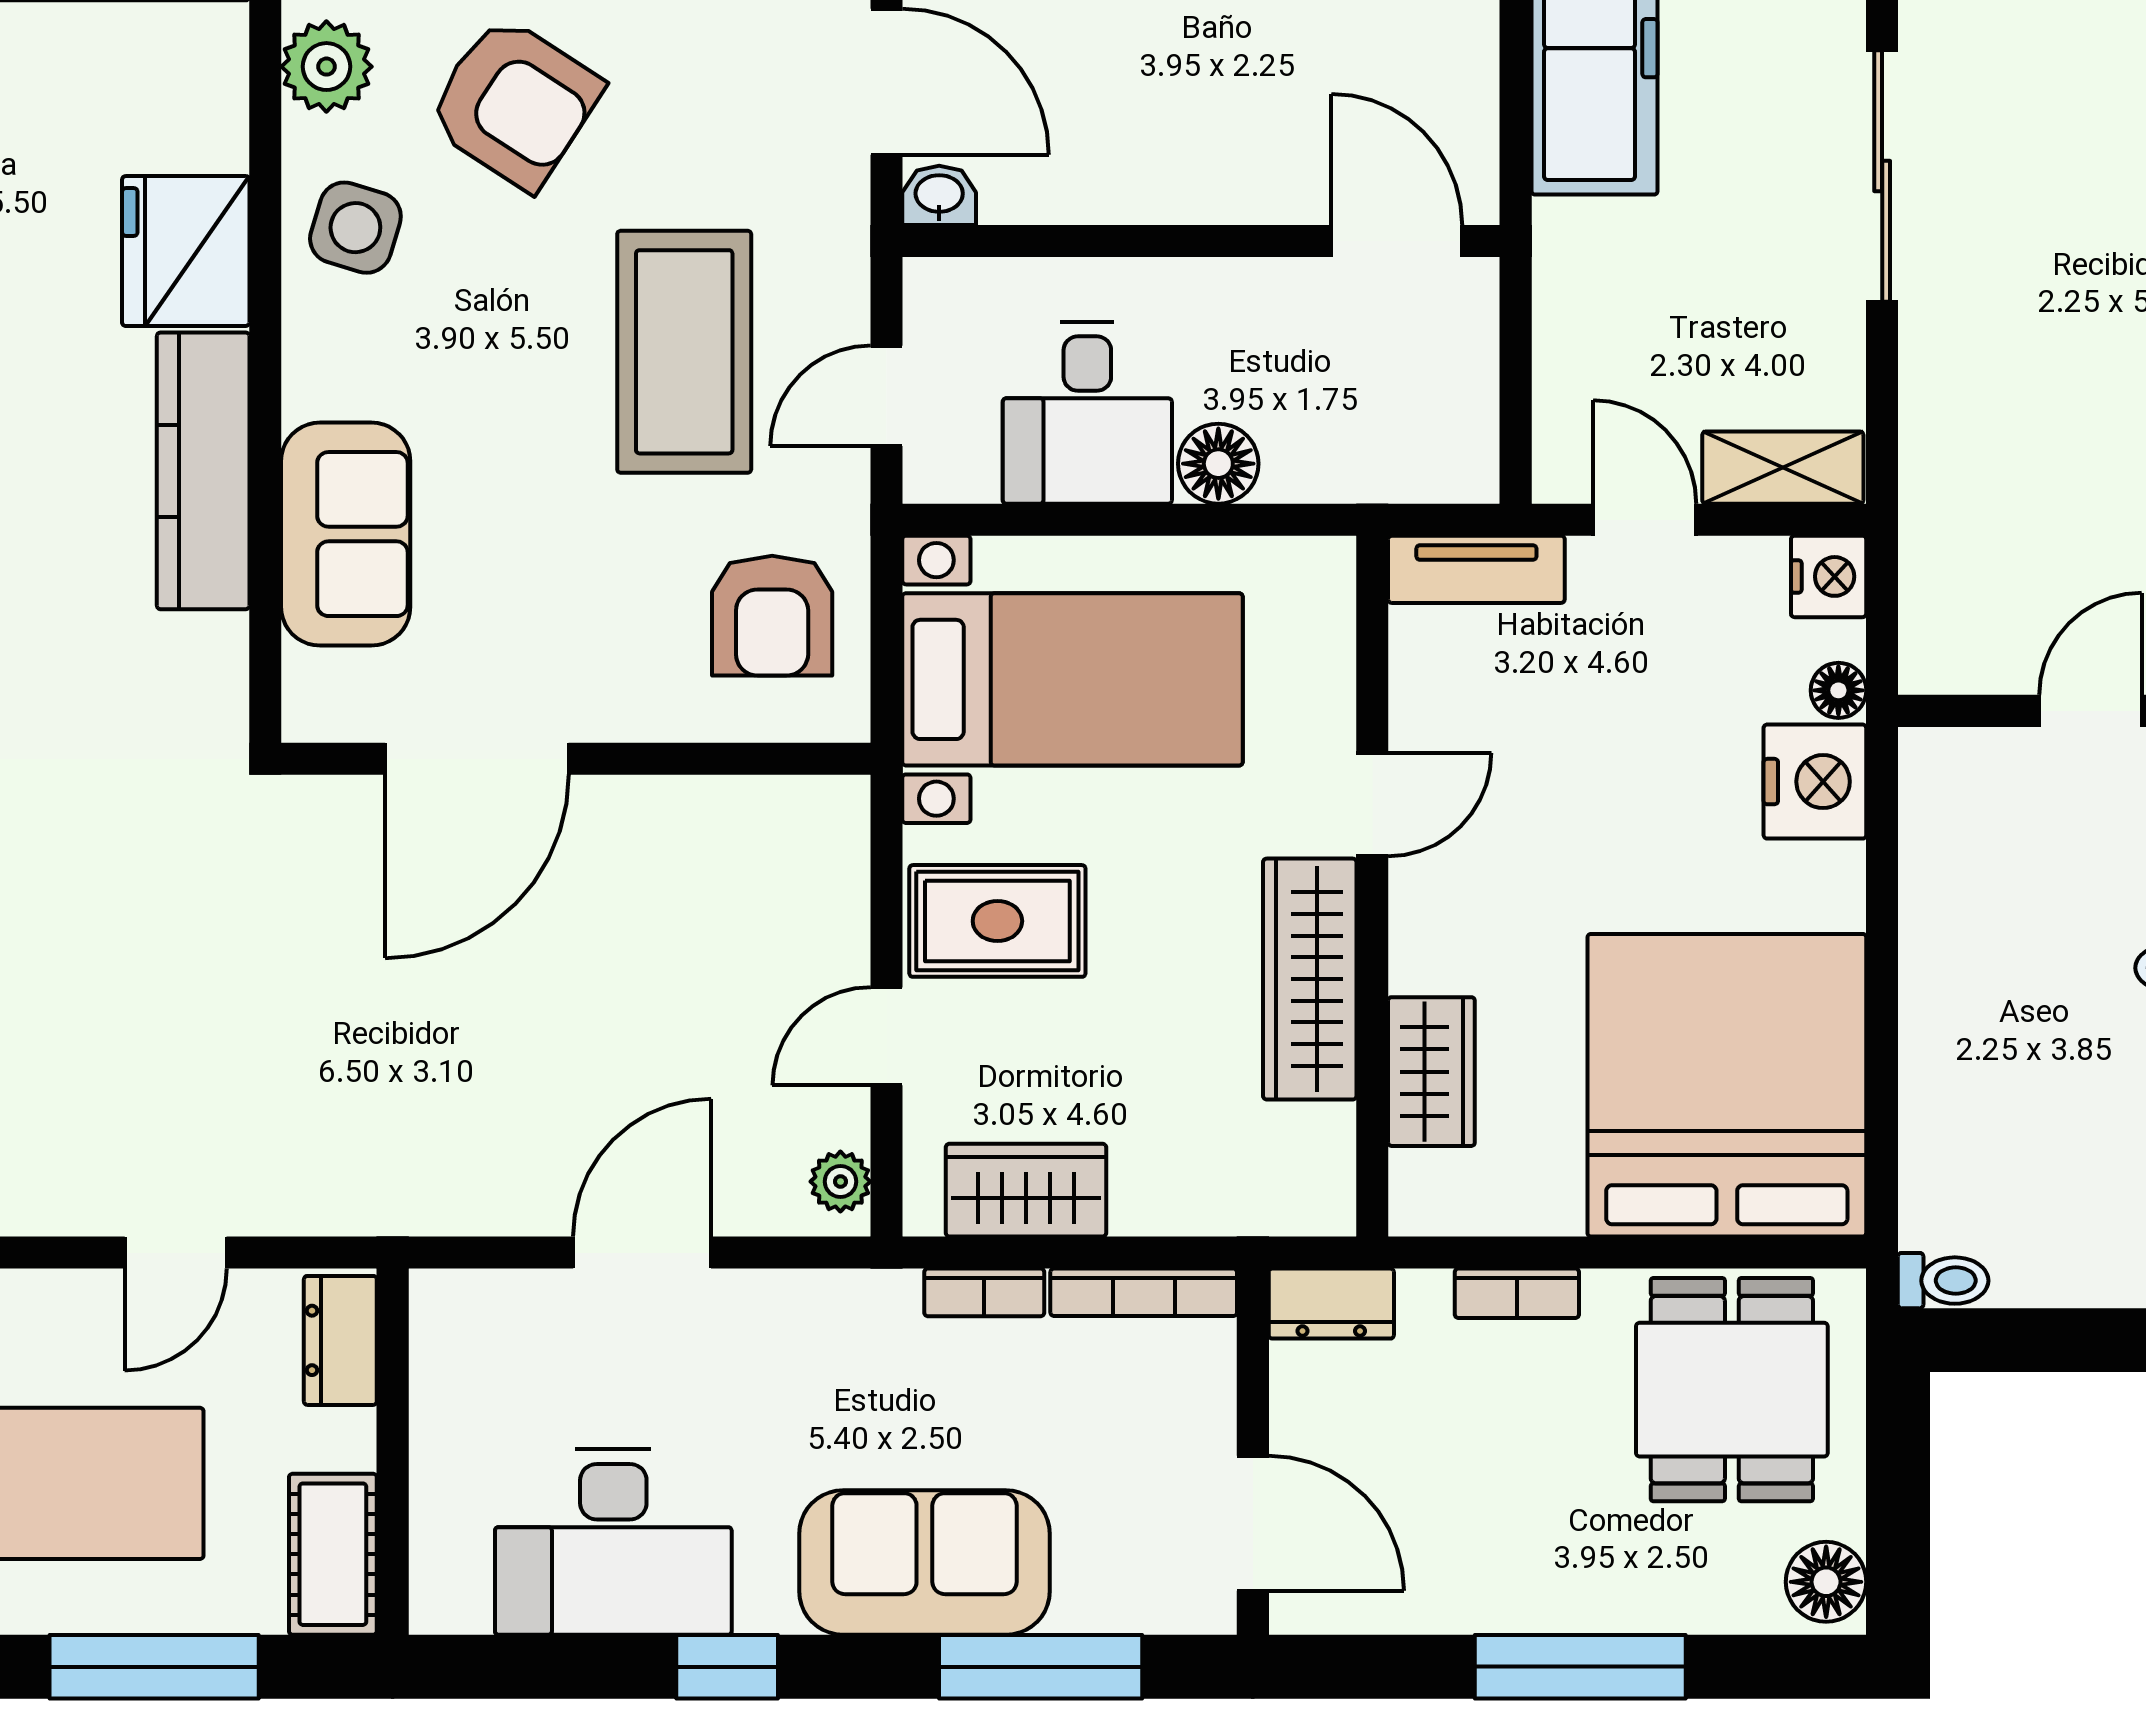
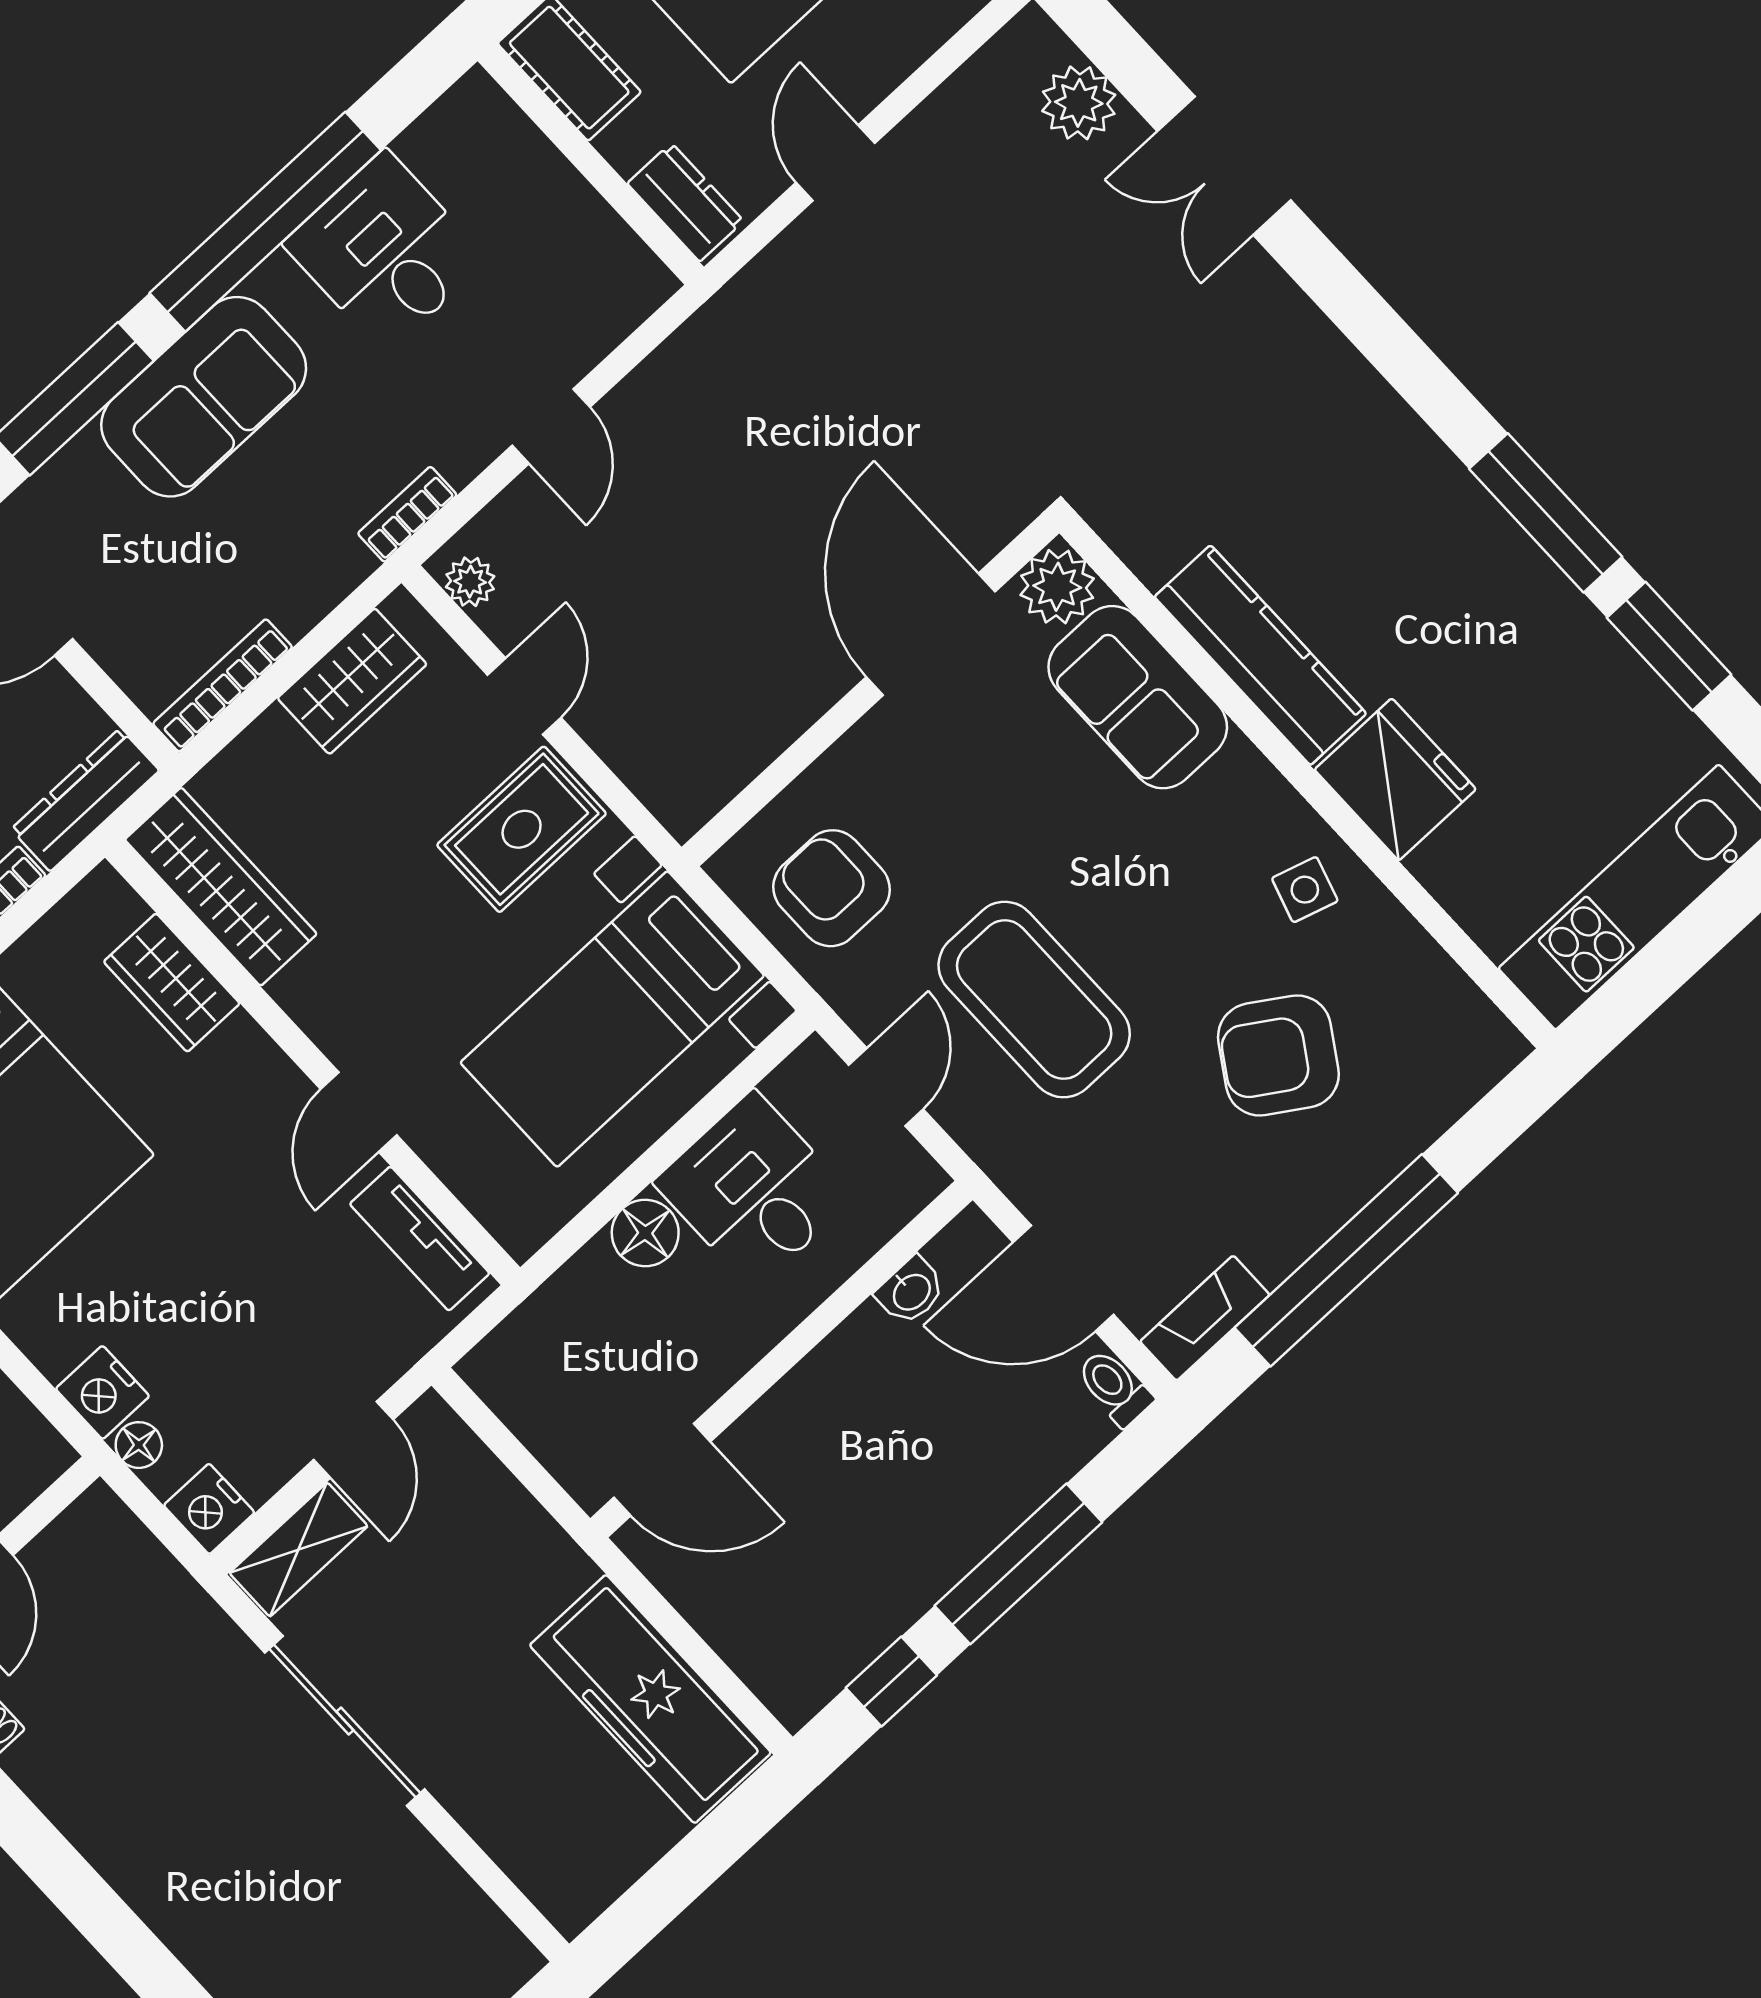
plant: (326, 67) -> (1057, 587), moved
sliding door: (1882, 176) -> (345, 1721), moved
washbasin: (939, 195) -> (911, 1291), moved
side table: (355, 228) -> (1305, 890), width x0.73, depth x0.73
door: (1645, 520) -> (353, 1440), hinge flipped
tv unit: (1476, 569) -> (420, 1239), moved, turned -90
nightstand: (1815, 782) -> (102, 1392), width x0.74, depth x0.75
wardrobe: (1310, 979) -> (221, 887), moved
door: (642, 1253) -> (551, 426), width x0.73
bookcase: (984, 1292) -> (407, 514), moved
dresser: (1331, 1304) -> (85, 800), width x1.44
desk: (613, 1542) -> (386, 252), width x0.73
window: (727, 1667) -> (265, 222), width x3.17

